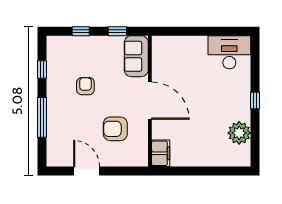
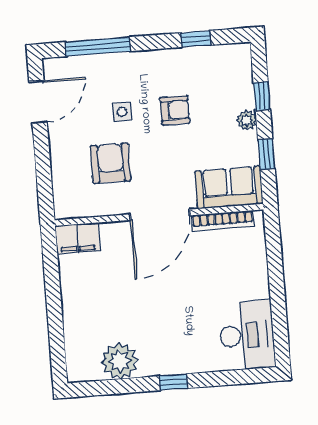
plant: (95, 42) -> (247, 120), added
bookcase: (157, 62) -> (223, 221), added
window: (42, 117) -> (98, 47), moved
side table: (84, 119) -> (122, 112), added
door: (87, 171) -> (38, 102), moved

